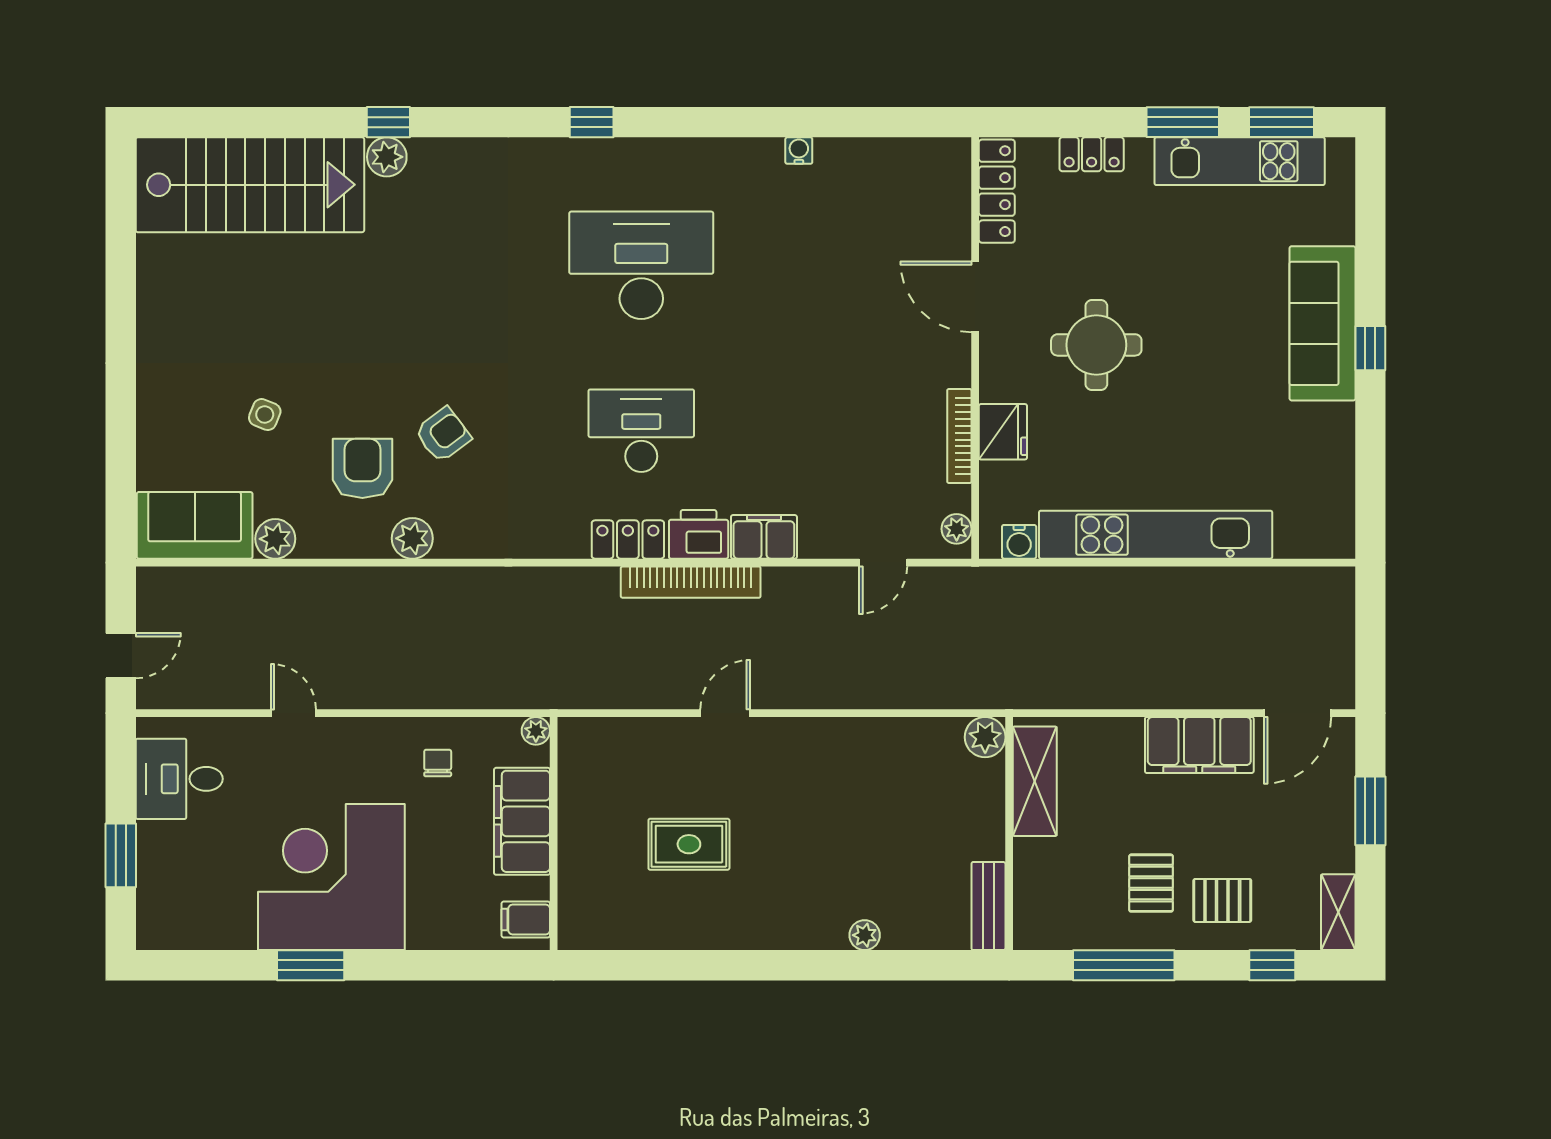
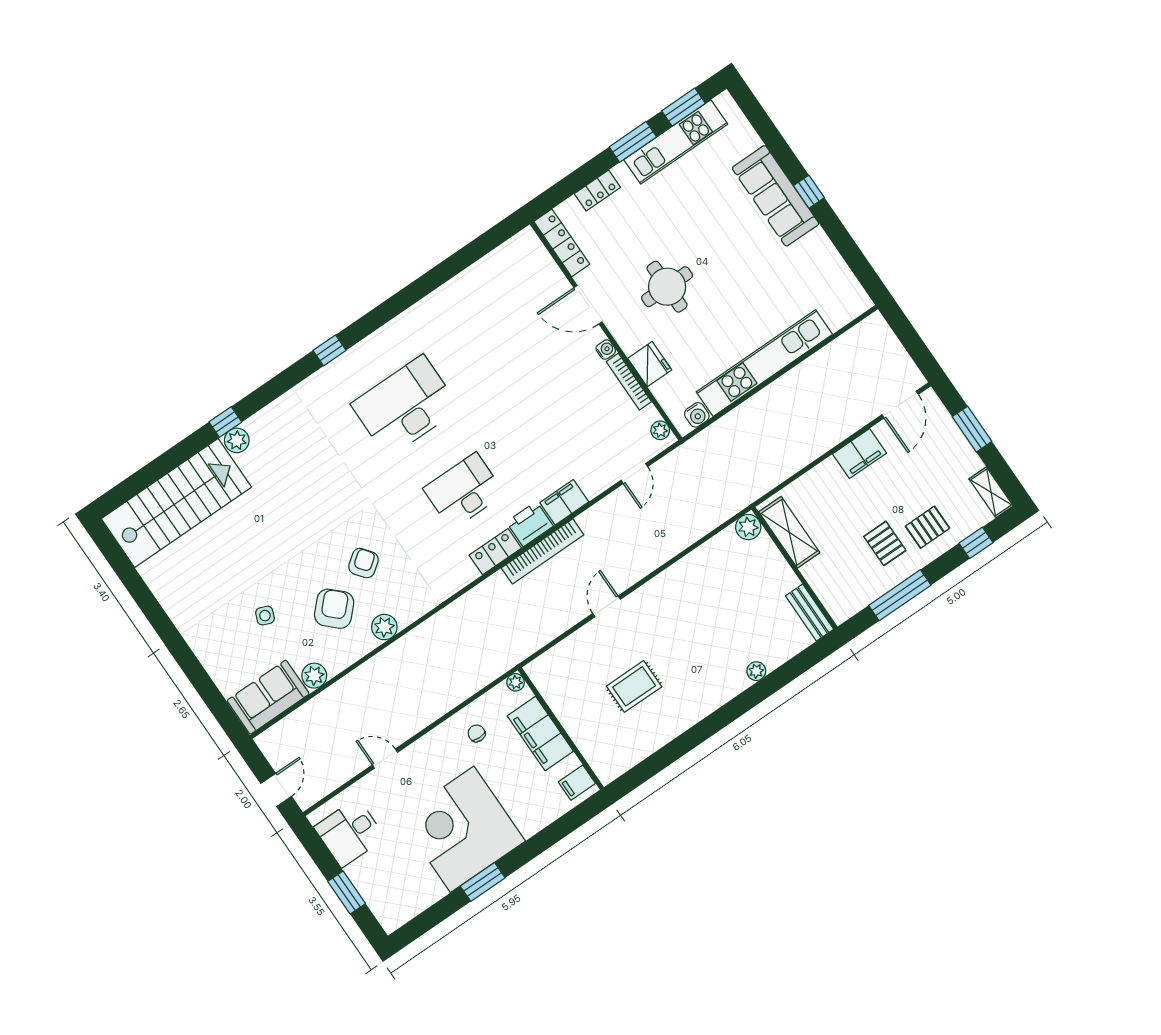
water cooler: (799, 151) -> (606, 350), moved, turned 90
armchair: (362, 468) -> (334, 609), turned 44
filing cabinet: (1199, 745) -> (859, 454), width x0.67, depth x0.86

